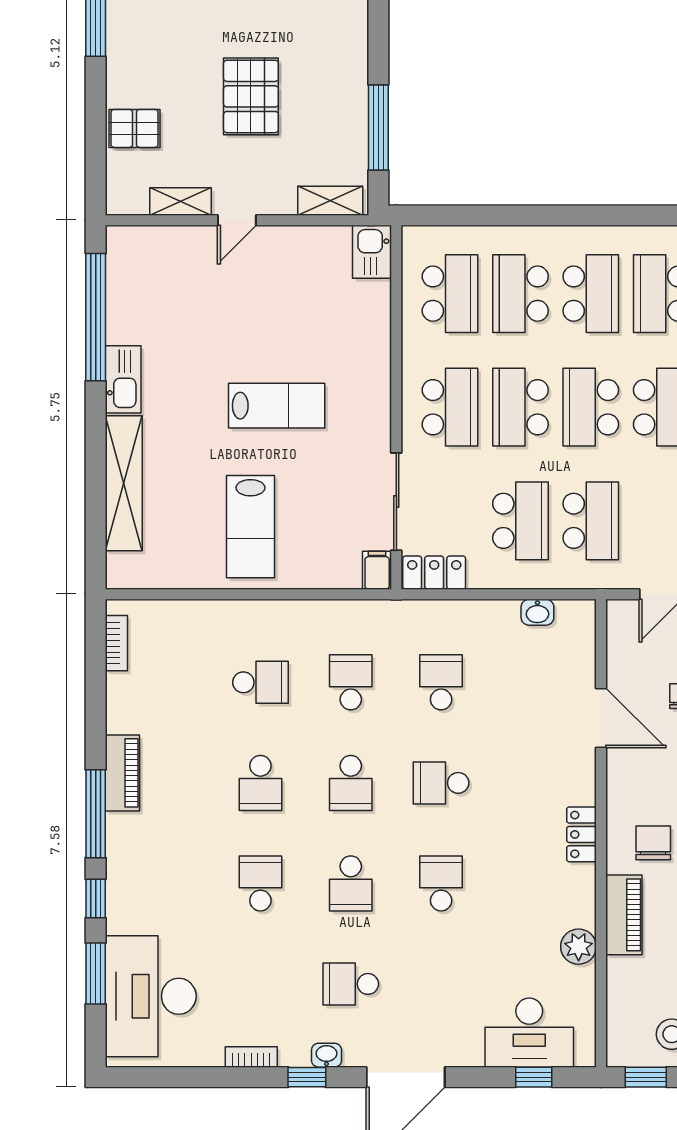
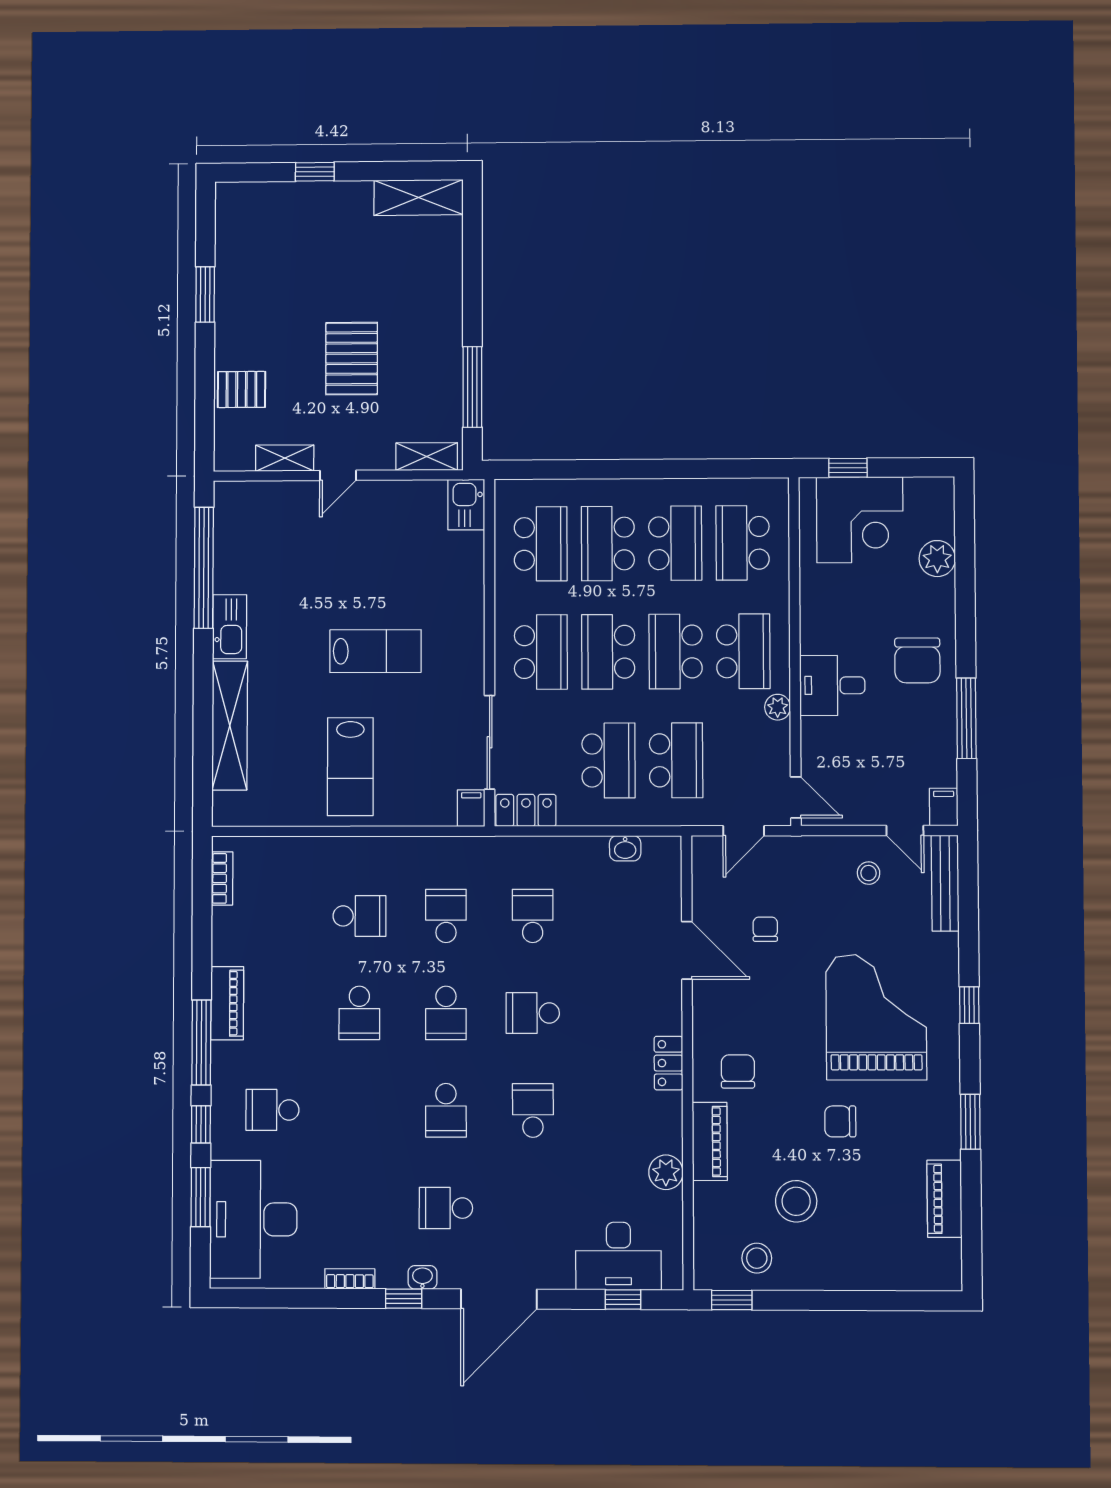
school desk: (260, 883) -> (272, 1110), moved, turned -90

